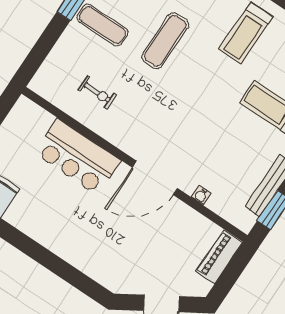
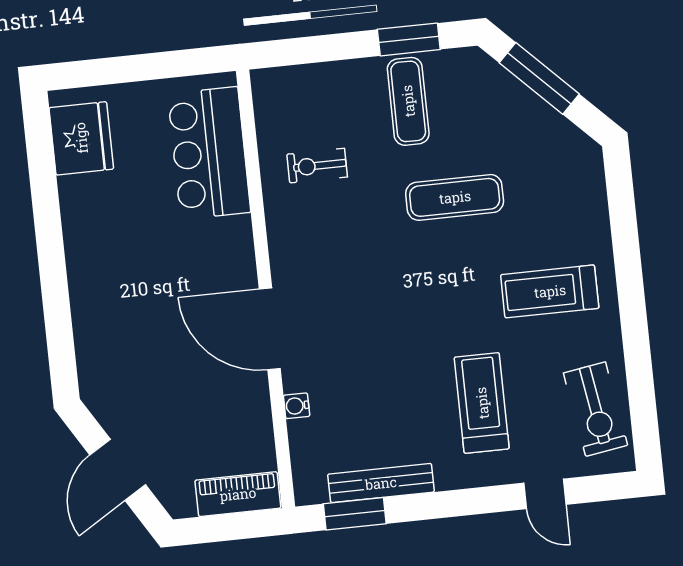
exercise bike: (97, 92) -> (317, 166), turned 90
bar counter: (78, 157) -> (209, 153), moved

